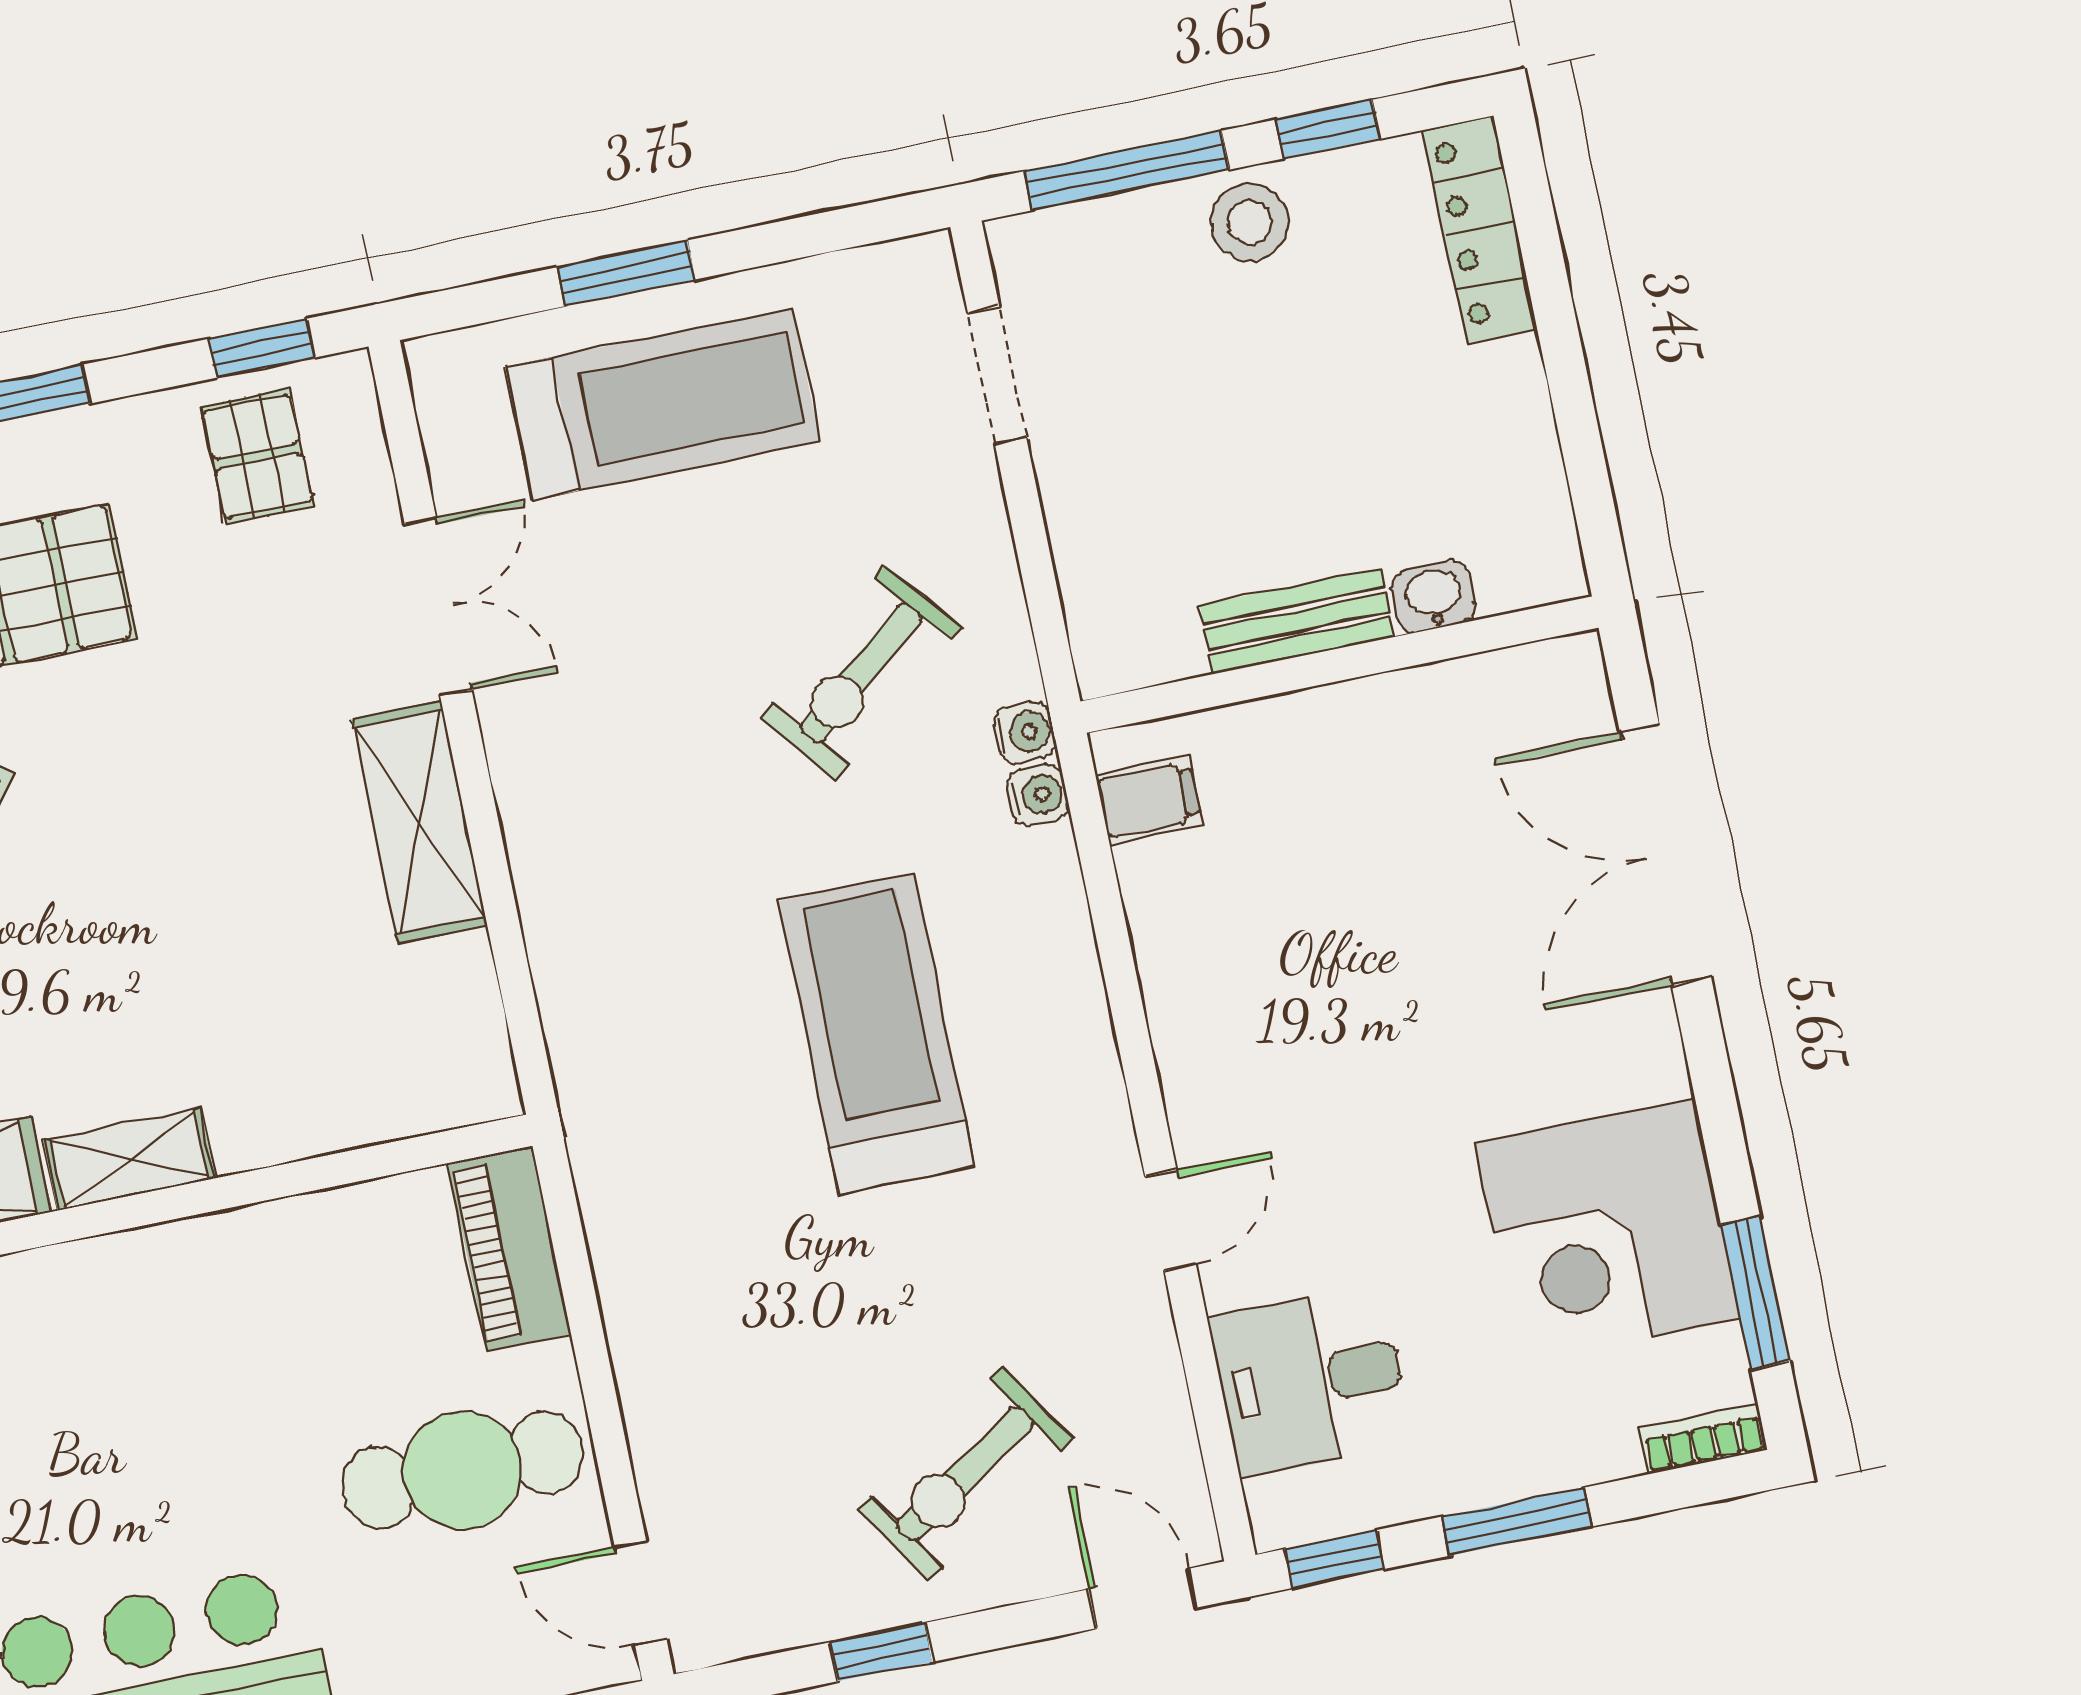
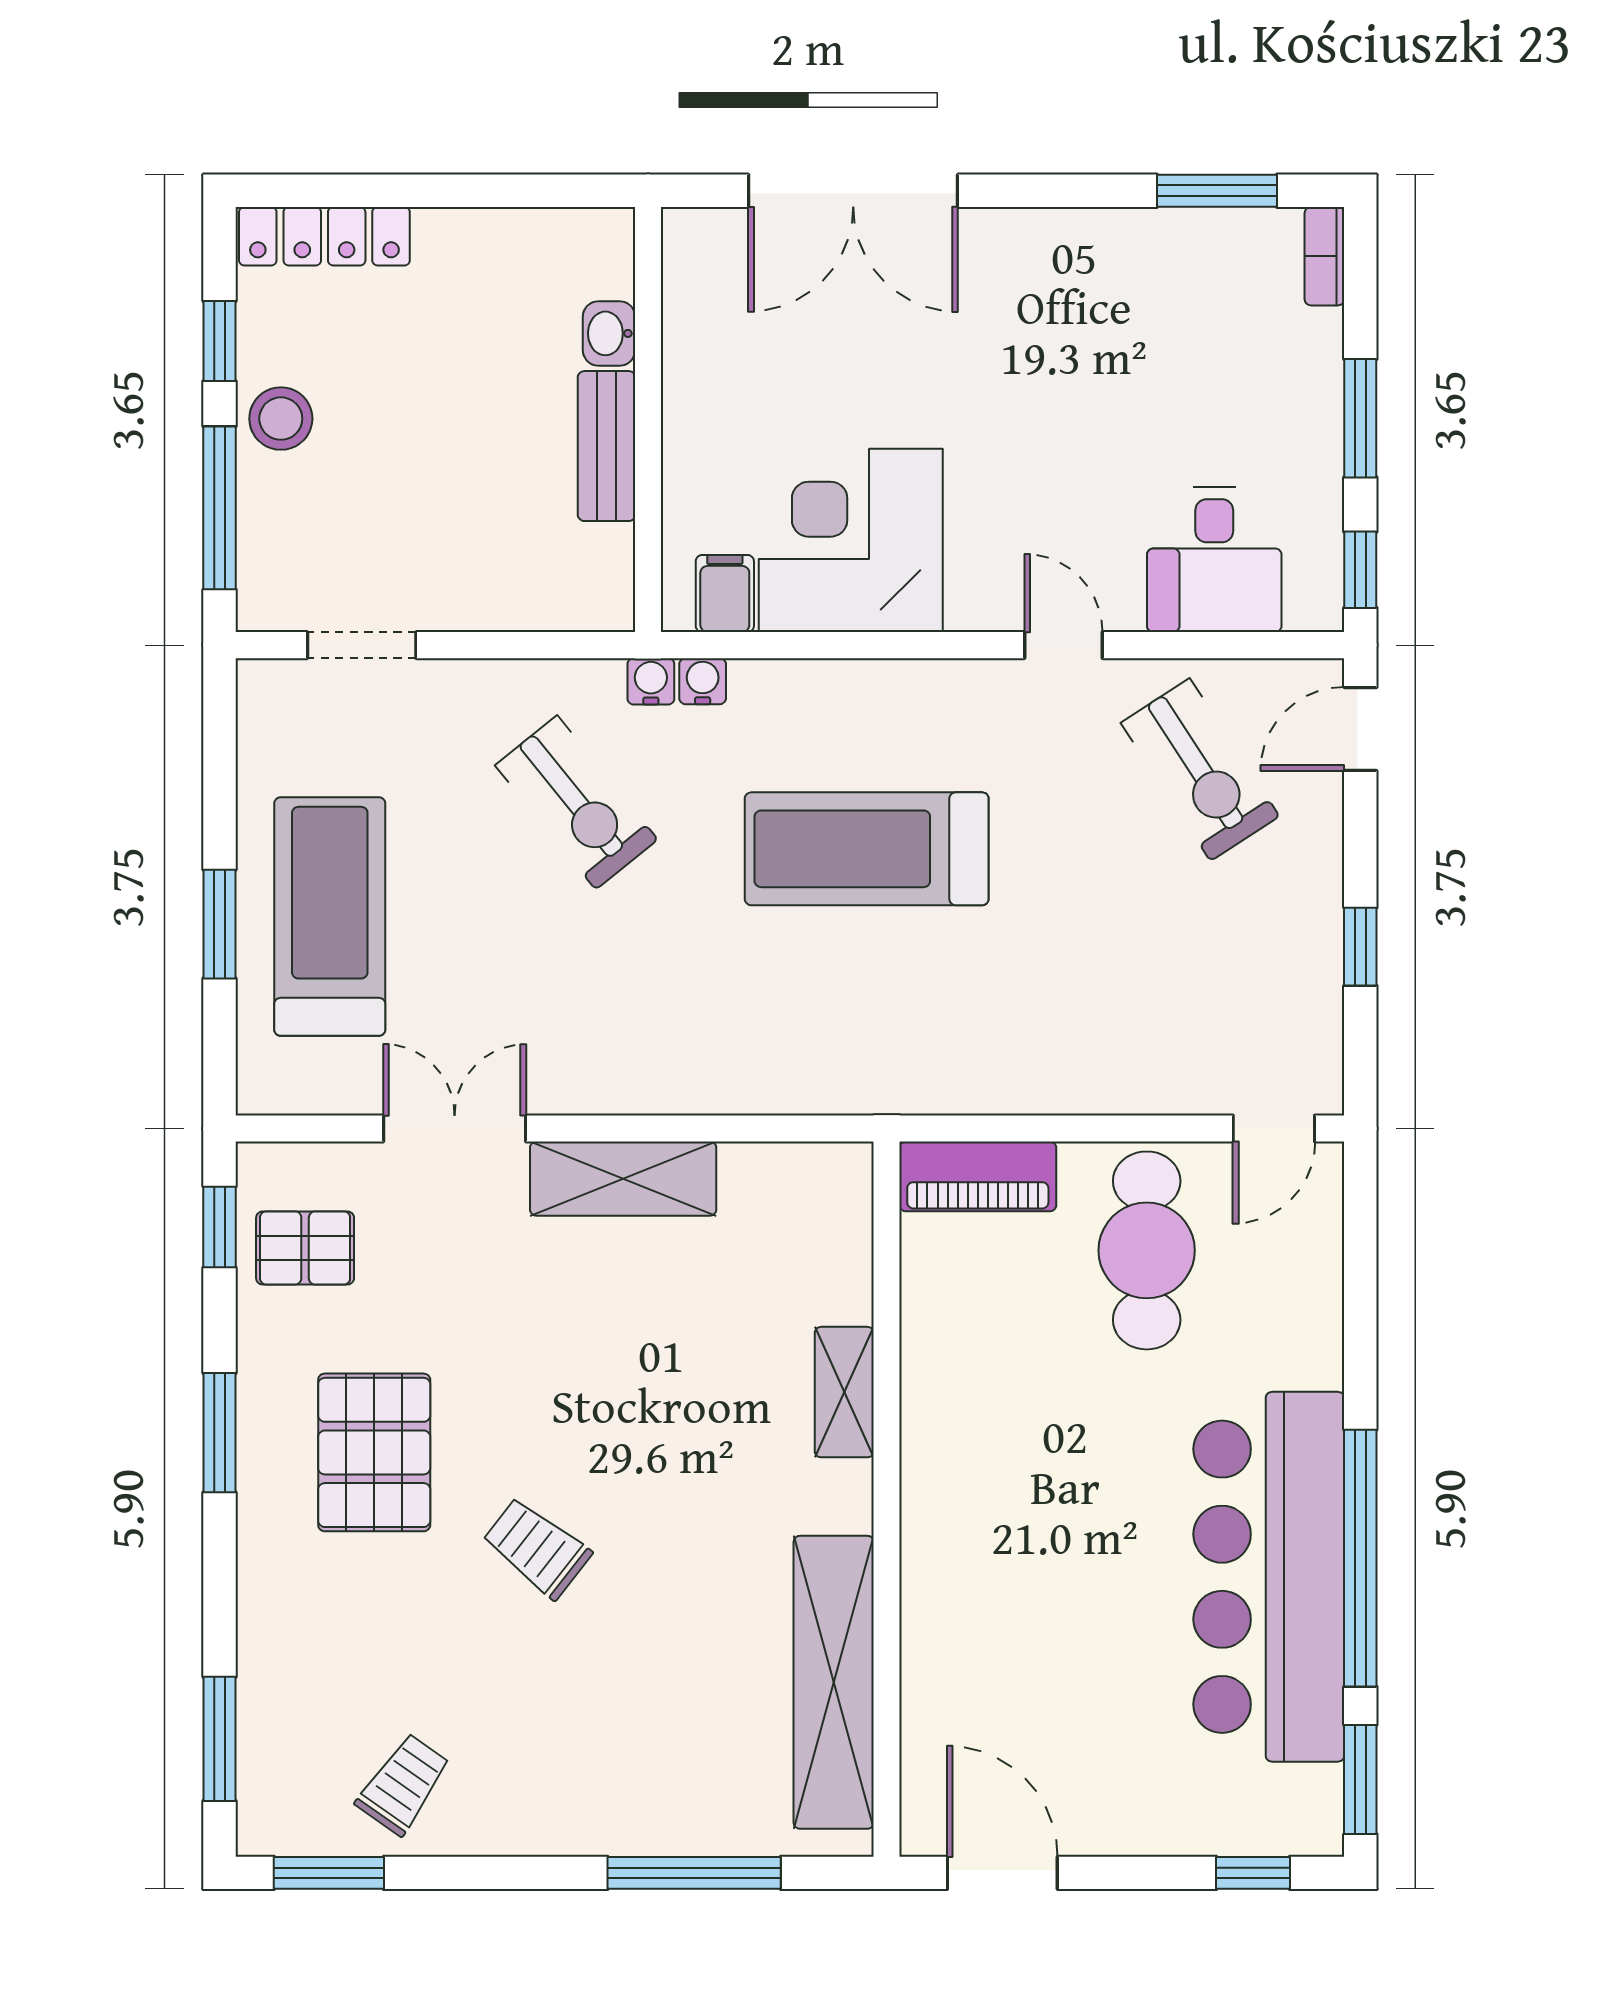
shelving: (129, 1159) -> (844, 1392), moved
corner desk: (1607, 1231) -> (851, 540), moved, turned 180
exercise bike: (965, 1474) -> (1200, 770), moved

